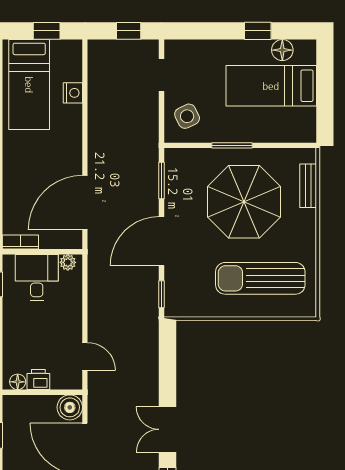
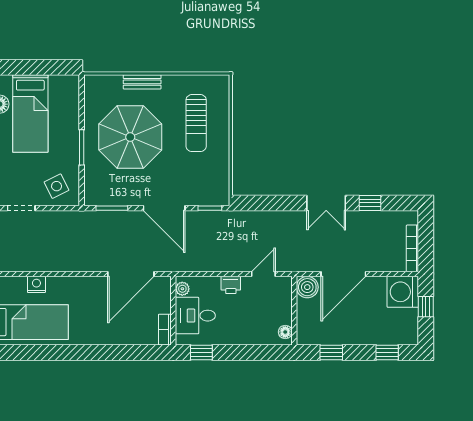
bench: (308, 186) -> (142, 82), moved
door: (85, 203) -> (131, 274), hinge flipped
sun lounger: (260, 278) -> (196, 123), width x0.73, depth x0.75
printer: (38, 380) -> (231, 285), moved, turned -90

